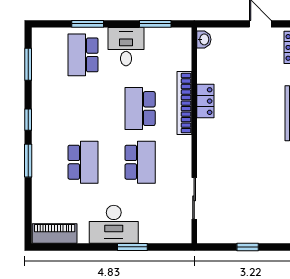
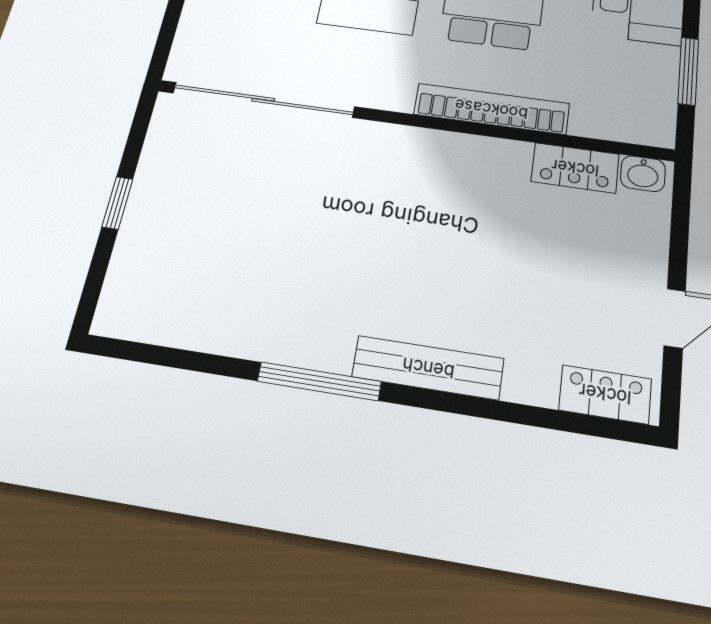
locker: (205, 101) -> (575, 168), moved
sliding door: (194, 198) -> (263, 100), width x1.86

